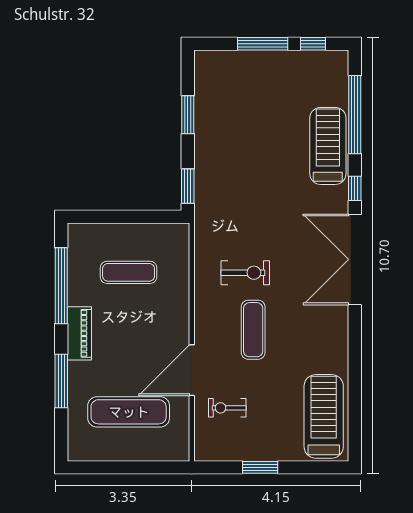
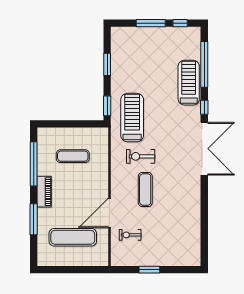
double door: (355, 259) -> (204, 149), swing flipped
exercise bike: (245, 273) -> (141, 156), turned 180
treadmill: (324, 416) -> (132, 118), moved

